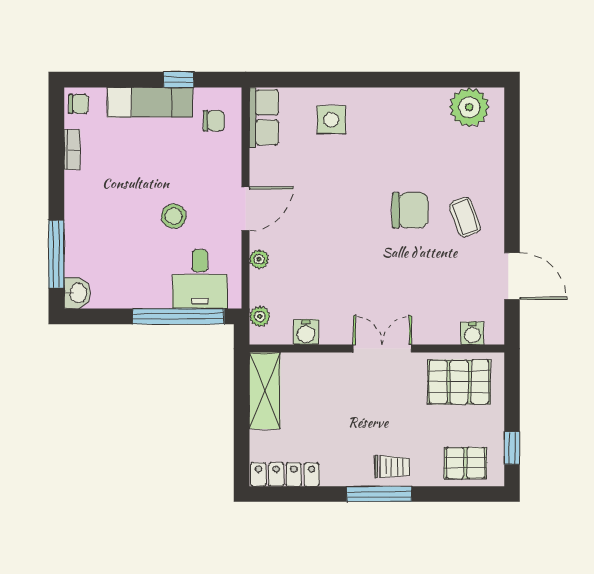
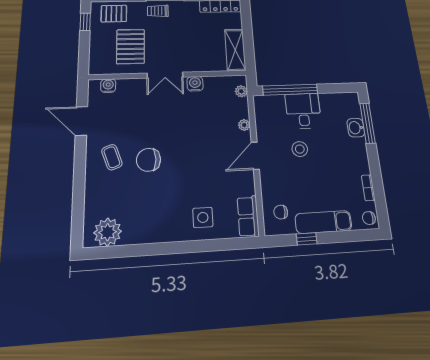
desk: (200, 279) -> (303, 111), moved
washbasin: (77, 293) -> (356, 128), moved
water cooler: (306, 332) -> (195, 84), moved
pallet: (459, 382) -> (131, 46), moved, turned 90

